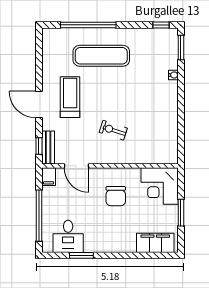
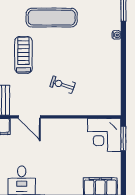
chair: (116, 196) -> (65, 144), removed
window: (181, 213) -> (123, 138), moved

